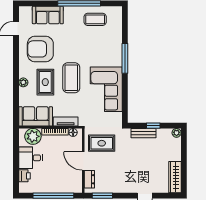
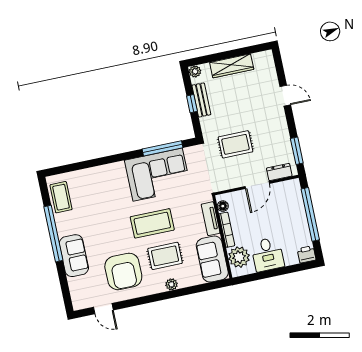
sofa: (48, 15) -> (74, 256), moved
coffee table: (95, 19) -> (61, 197), moved
window: (125, 58) -> (162, 148), moved
bench: (144, 133) -> (201, 100), moved
rug: (102, 143) -> (235, 144), moved, turned 90
printer: (24, 176) -> (307, 254), moved
wardrobe: (175, 177) -> (232, 66), moved

